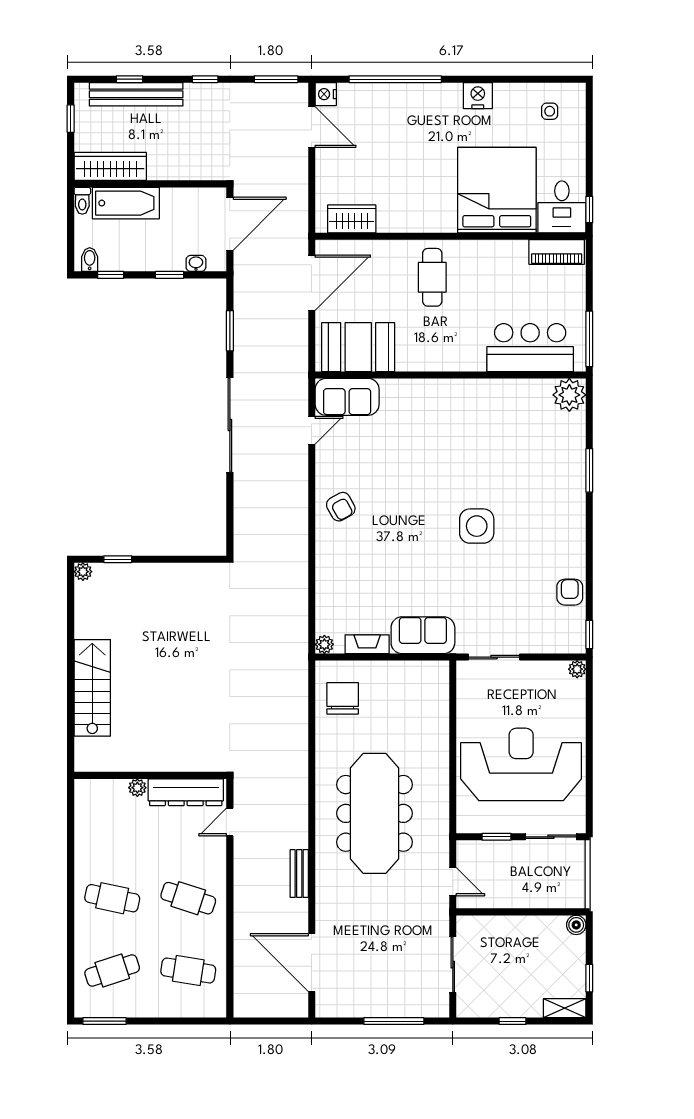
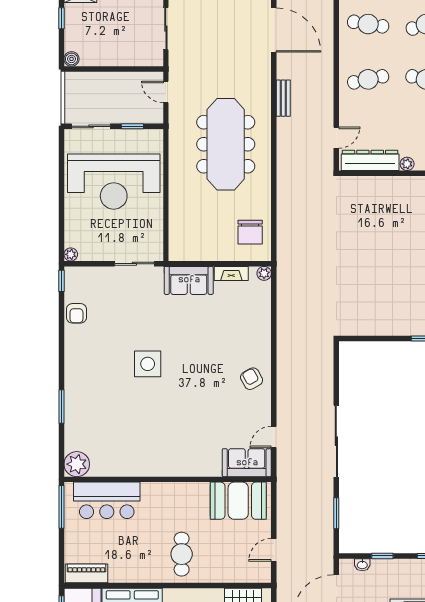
door: (312, 283) -> (274, 550), width x0.53
cafe table: (188, 898) -> (368, 79), turned -30

